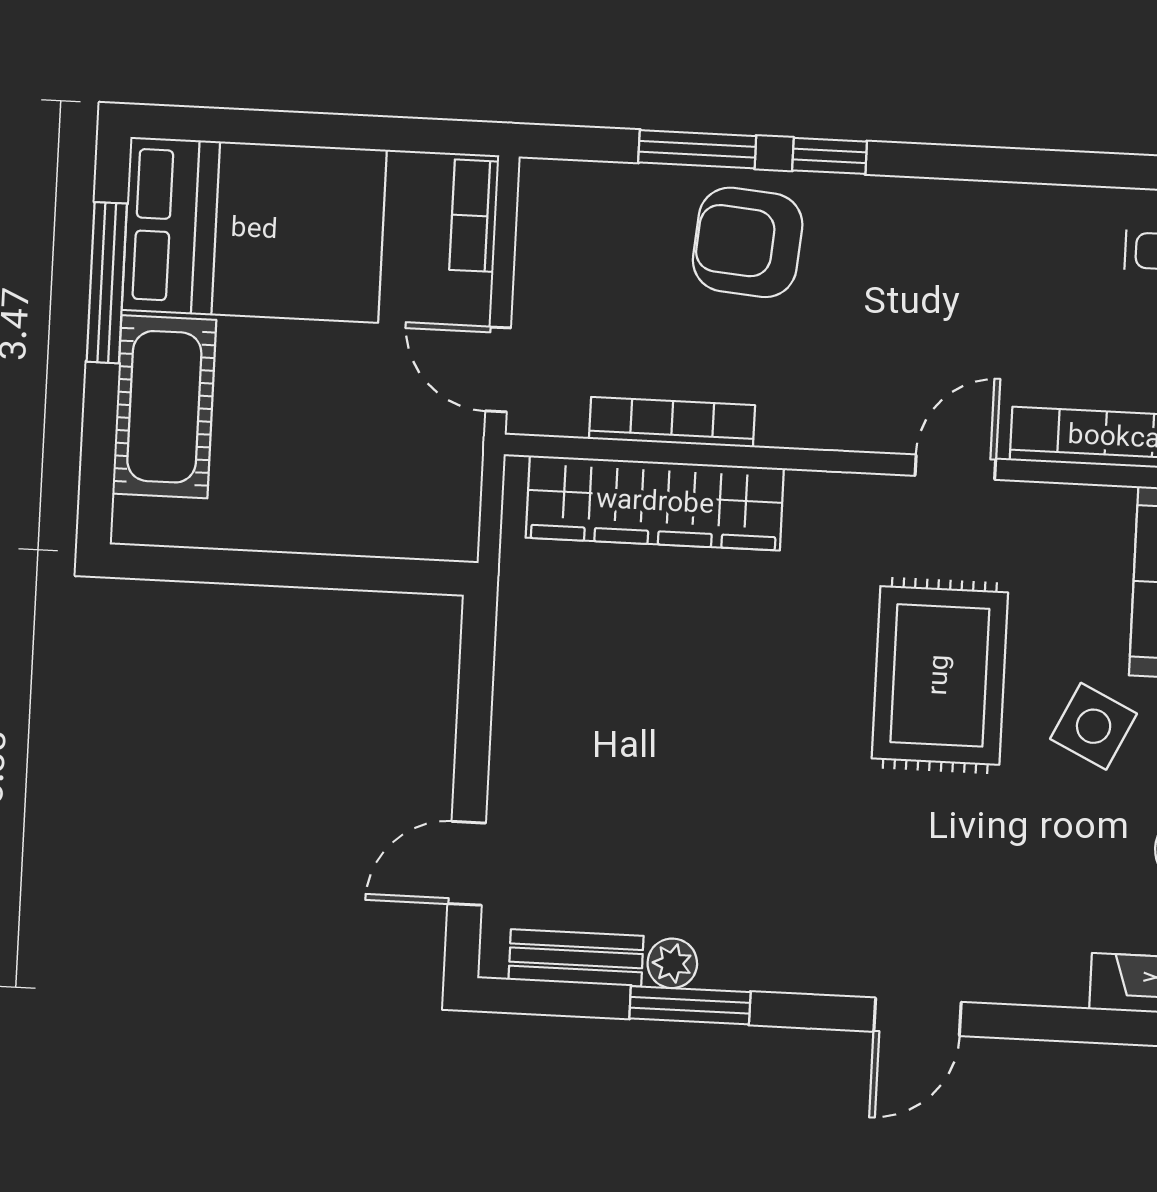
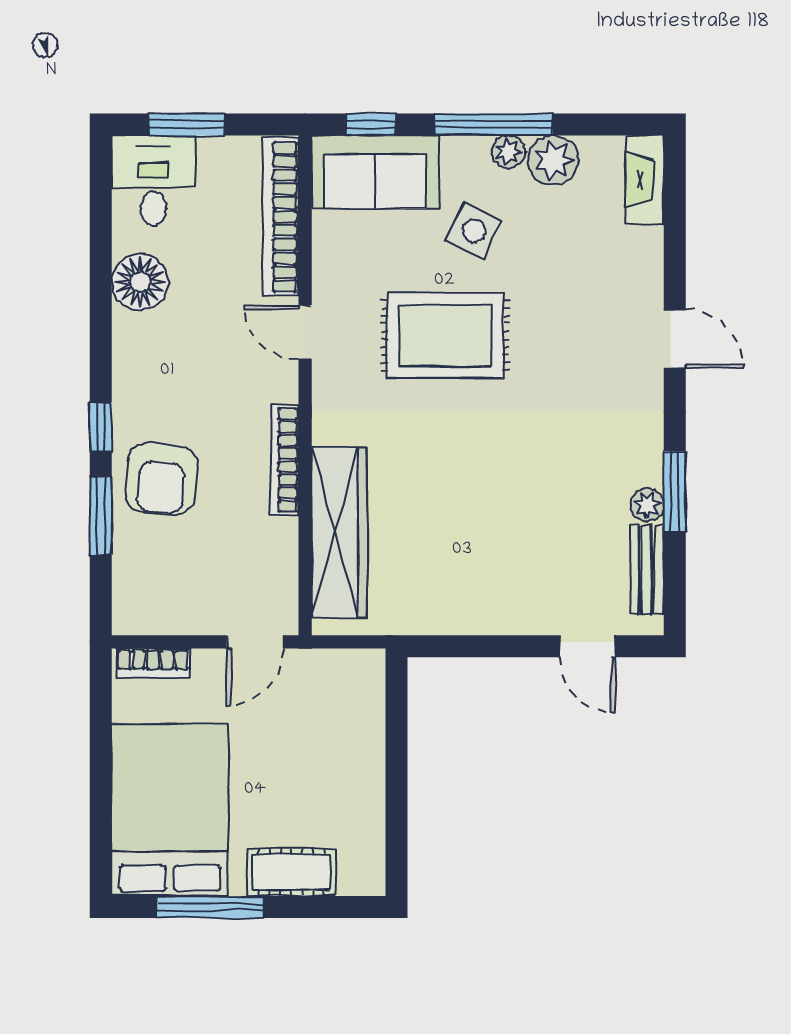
floor lamp: (1042, 225) -> (140, 282), added
cot: (164, 407) -> (291, 872), width x0.73, depth x0.75
bookcase: (672, 422) -> (284, 460), moved

